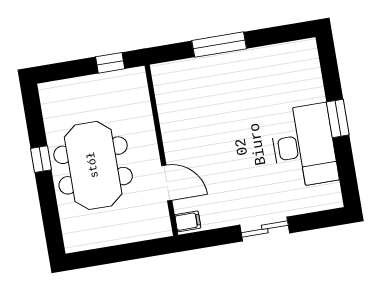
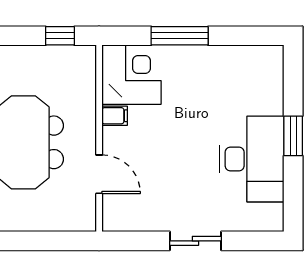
corner desk: (181, 87) -> (131, 75), added
filing cabinet: (188, 221) -> (115, 116), moved

